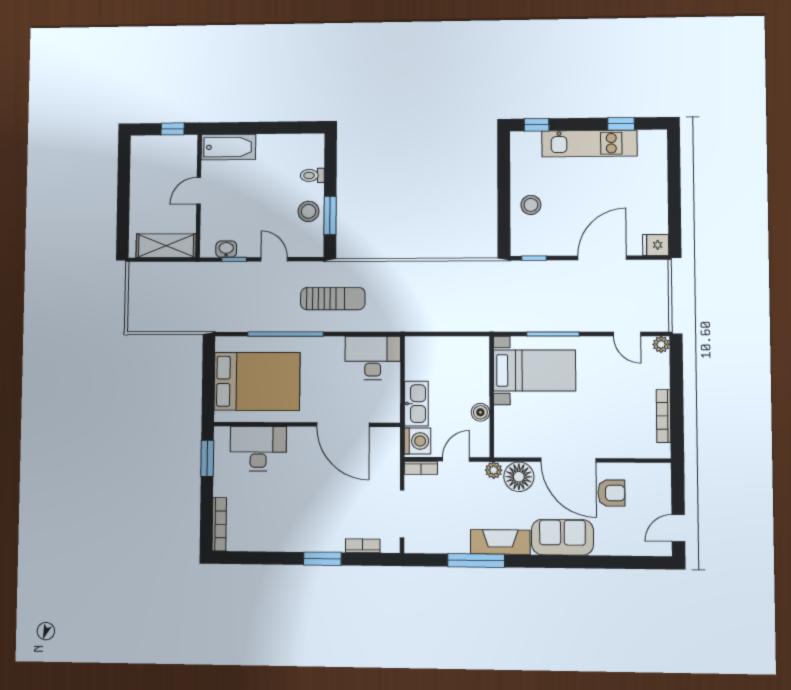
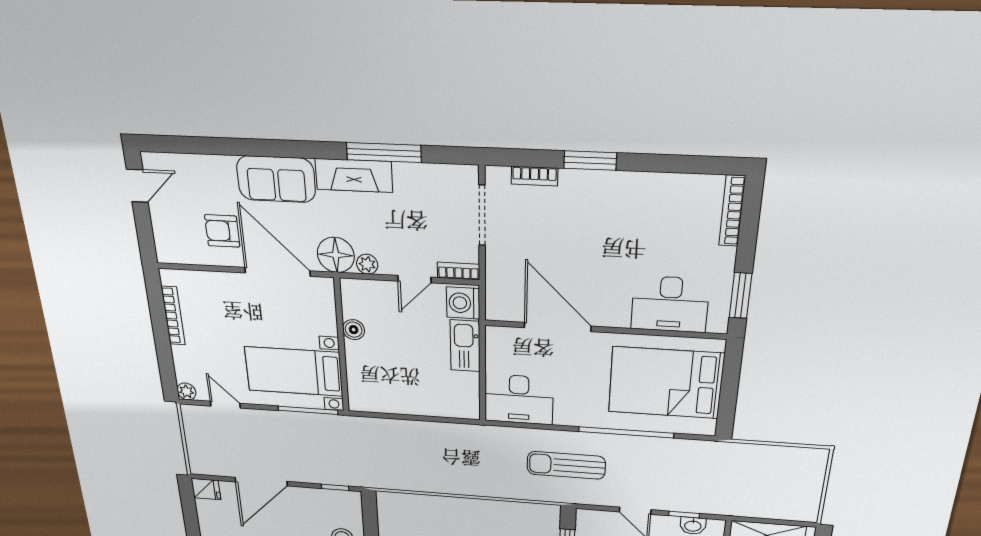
bed with nightstands: (534, 370) -> (294, 371), moved
wall: (492, 397) -> (342, 346), moved
boiler: (480, 412) -> (354, 330), moved

